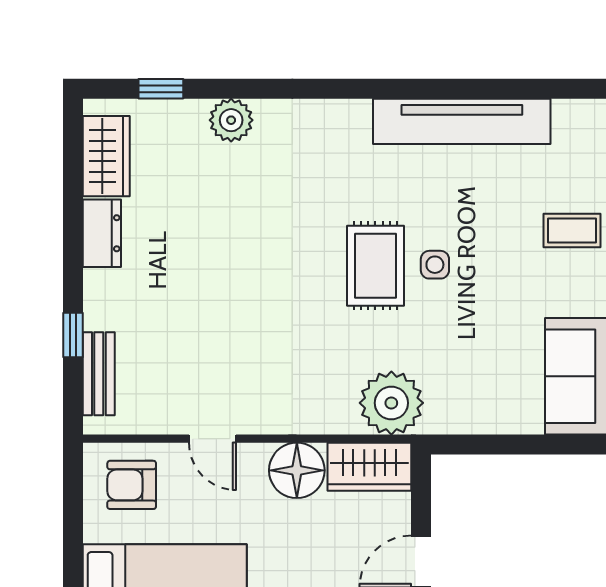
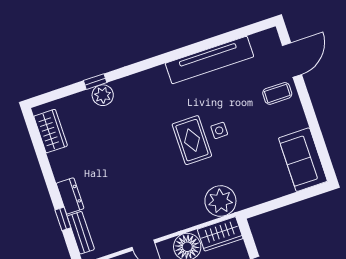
window: (161, 89) -> (95, 82), moved
dresser: (102, 233) -> (70, 196), moved

